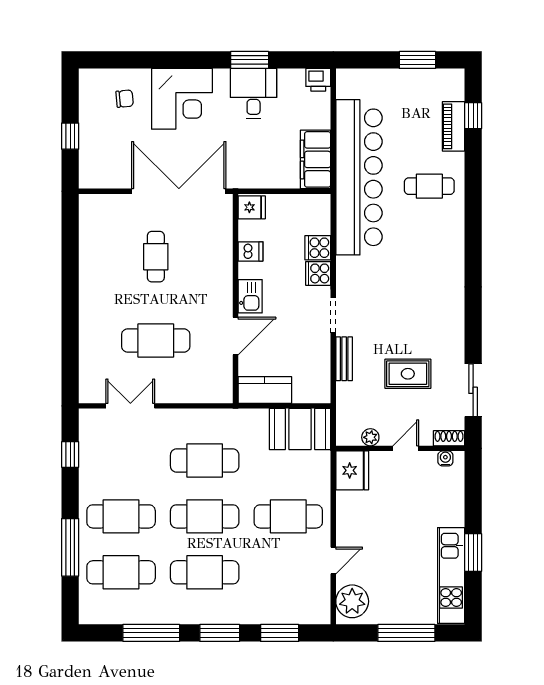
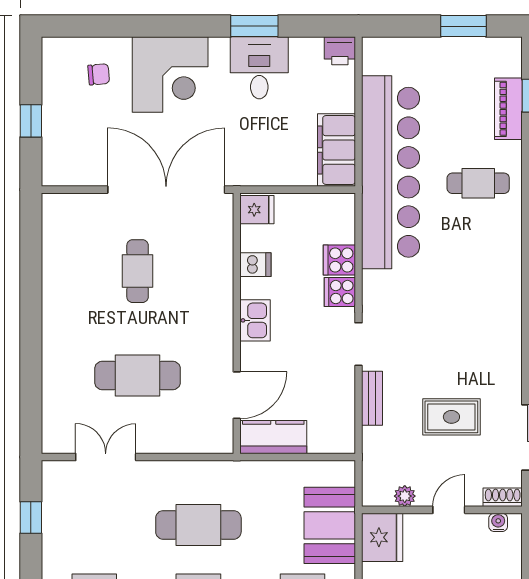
door: (235, 336) -> (237, 395), moved
booth: (300, 429) -> (330, 525), moved, turned 90

